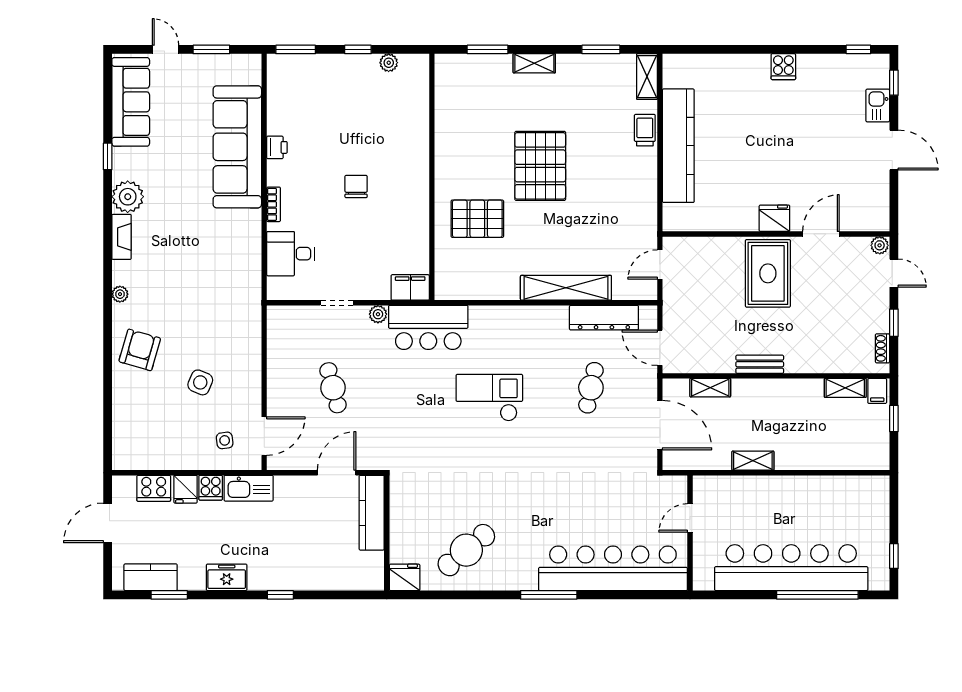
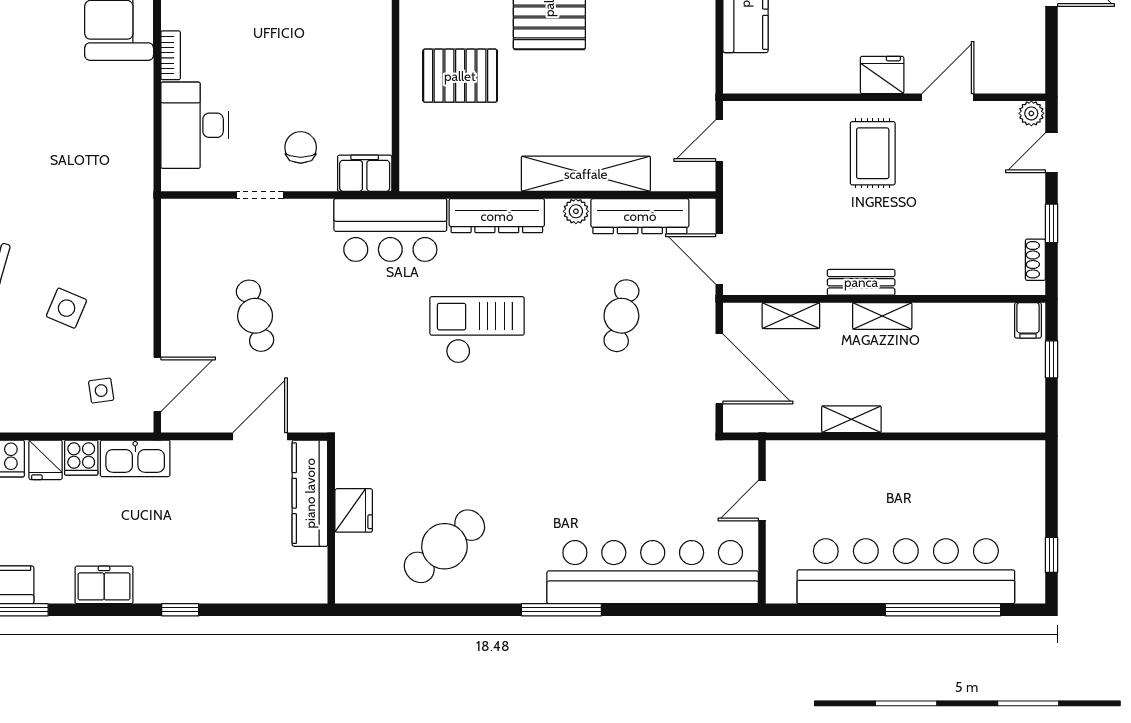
chair: (356, 186) -> (301, 147), moved
desk: (291, 254) -> (195, 125), width x1.37
rug: (768, 273) -> (873, 153), width x0.73, depth x0.70
door: (894, 273) -> (1052, 153), swing flipped
plant: (378, 314) -> (576, 211), moved
dresser: (503, 317) -> (497, 216), added
shelving: (845, 388) -> (882, 316), moved
fridge: (405, 577) -> (354, 510), moved, turned 90

